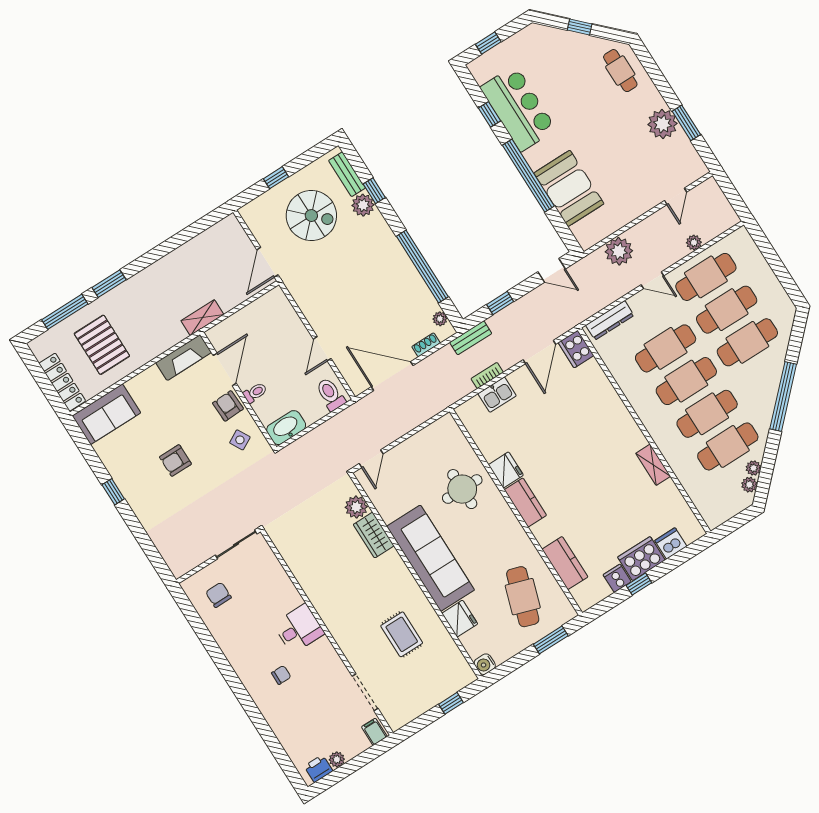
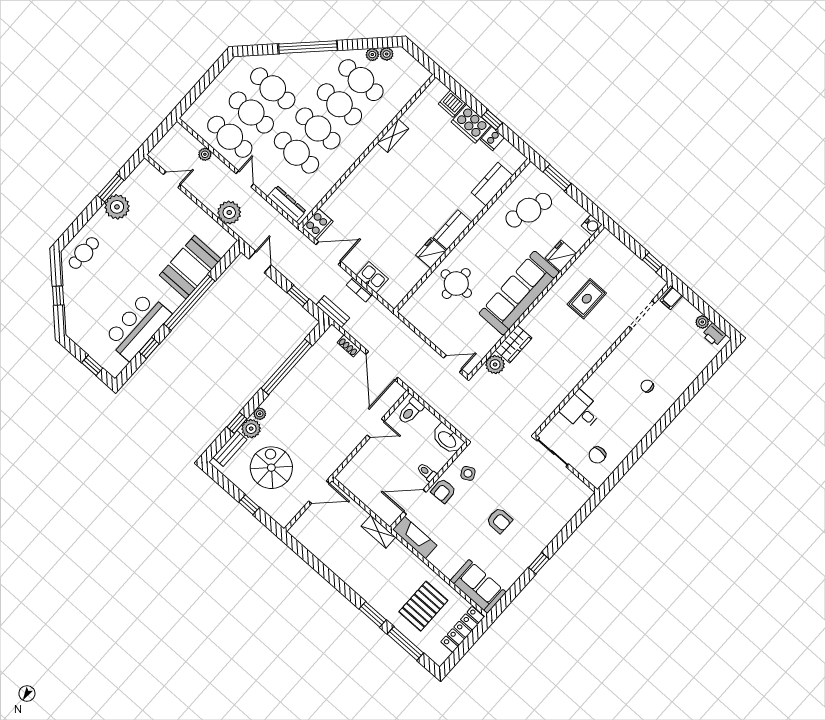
plant: (440, 319) -> (260, 414), moved
desk: (299, 629) -> (581, 411), moved
window: (451, 703) -> (652, 262), moved

